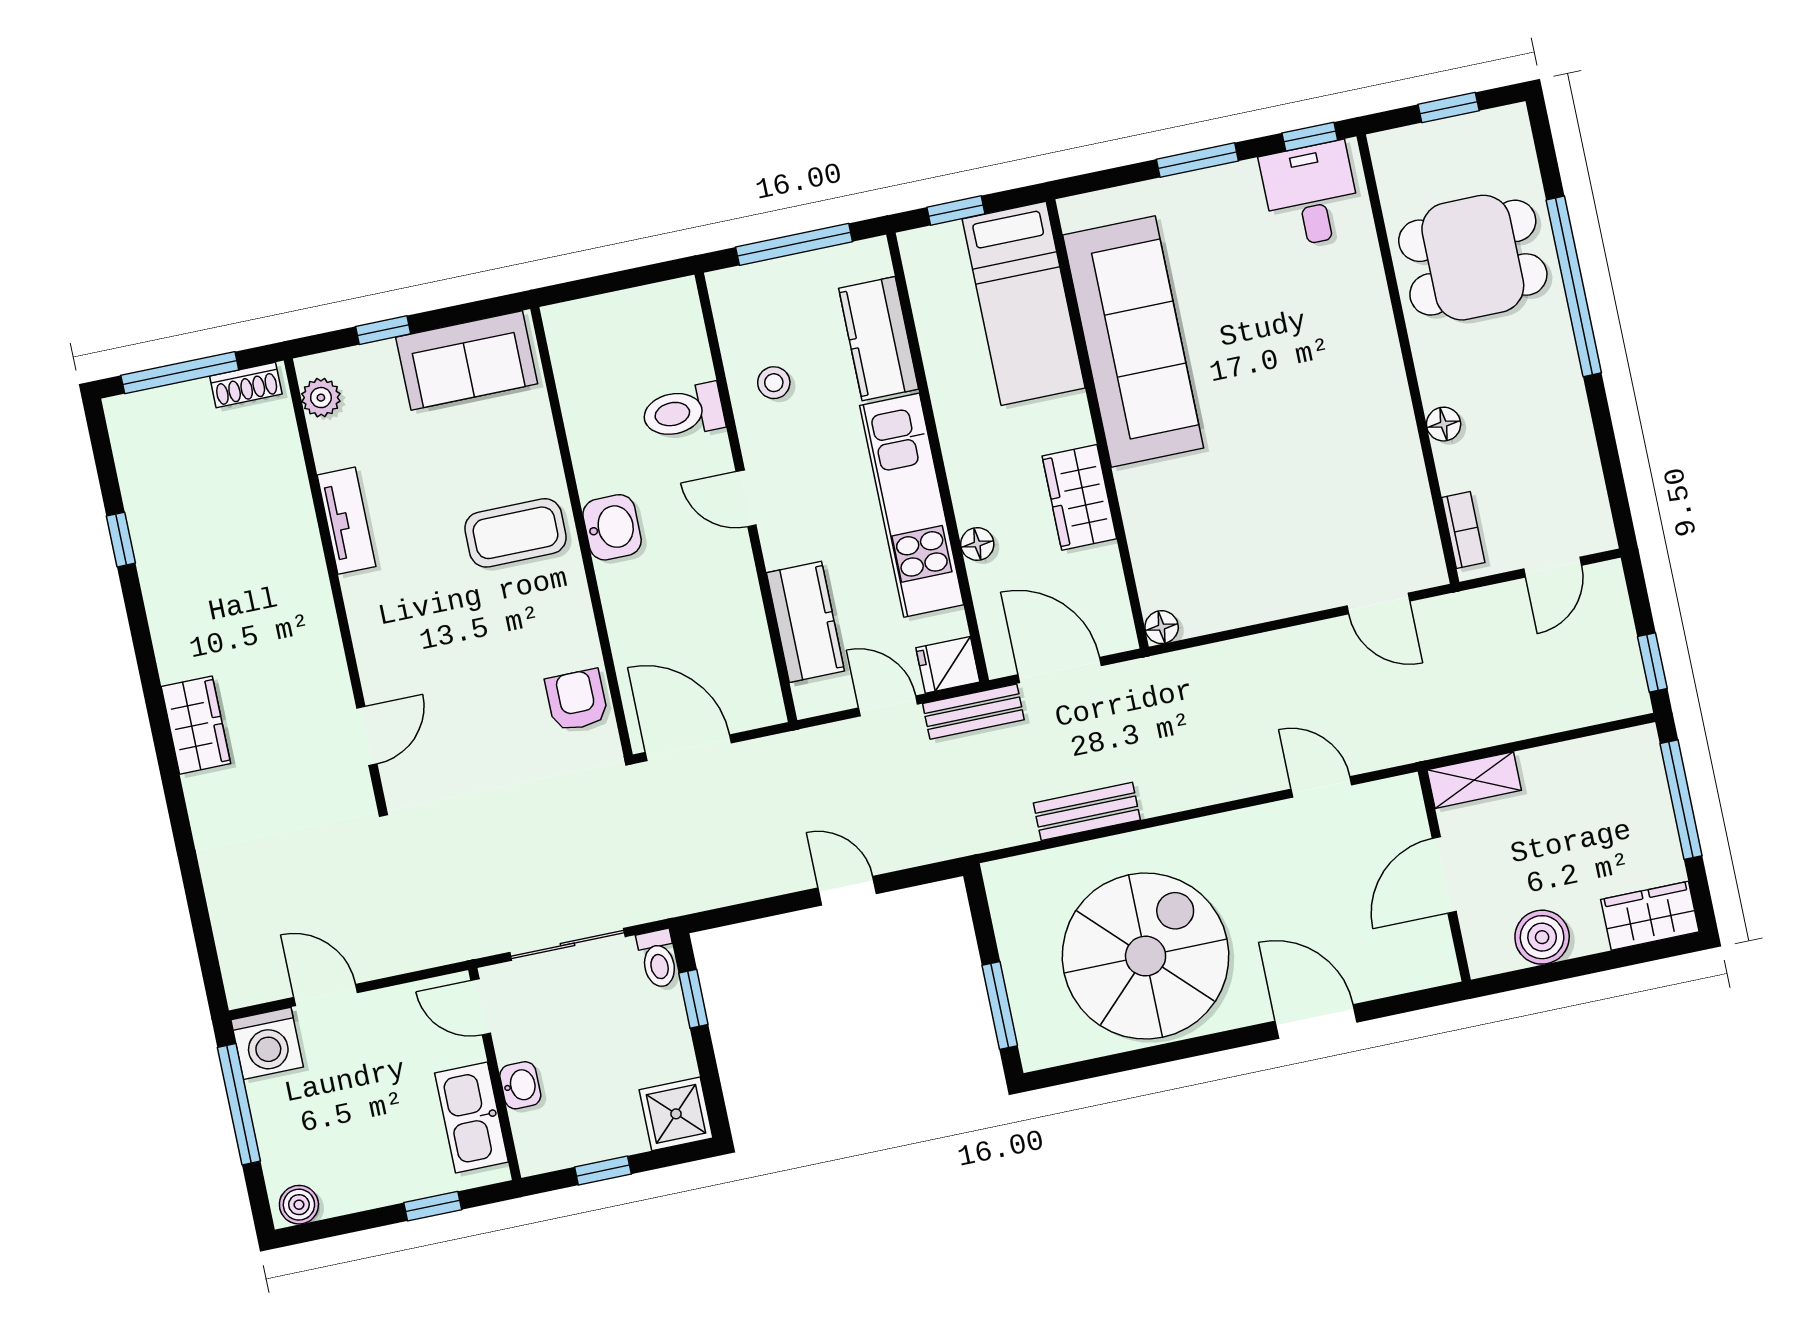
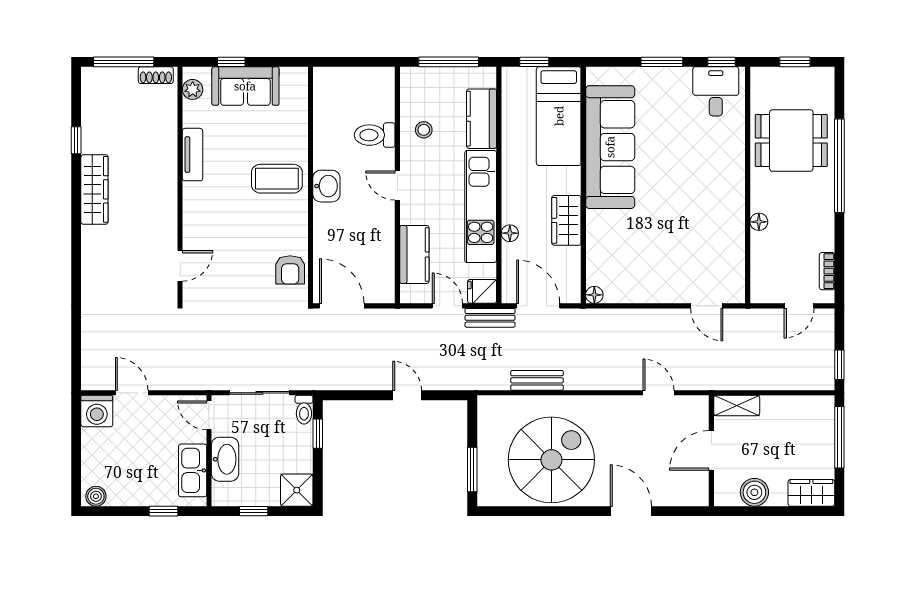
sofa: (467, 360) -> (245, 86), moved
bookcase: (1463, 530) -> (827, 271), moved, turned 180
armchair: (577, 700) -> (290, 270), turned 180
wardrobe: (196, 725) -> (94, 189), moved, width x1.50
washbasin: (520, 1085) -> (225, 459), width x1.91, depth x1.45
window: (239, 1104) -> (76, 439), removed

